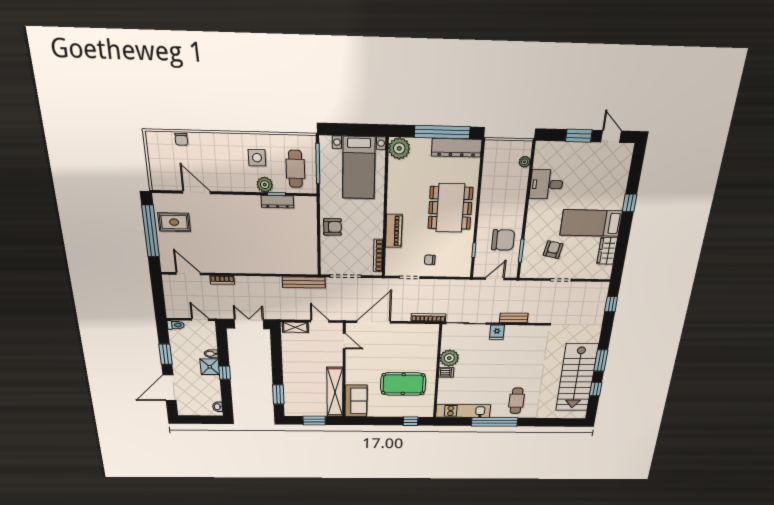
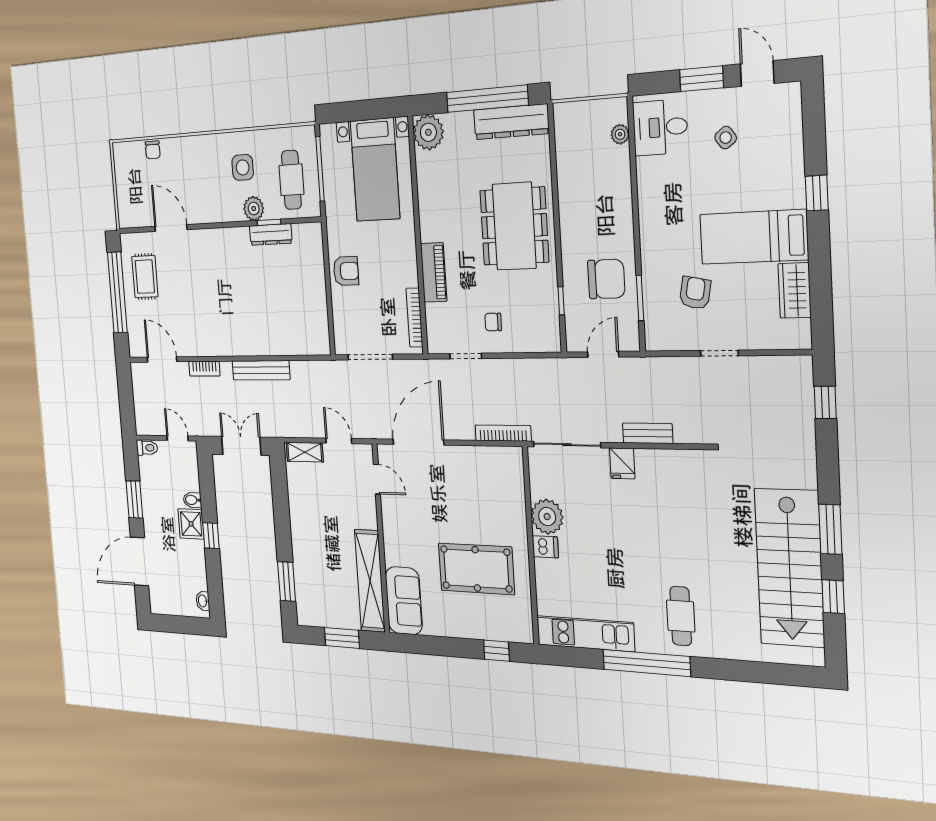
side table: (586, 170) -> (726, 138), added
desk: (546, 184) -> (660, 127), moved
rug: (174, 222) -> (145, 277), turned 90
bench: (304, 282) -> (261, 370), moved

